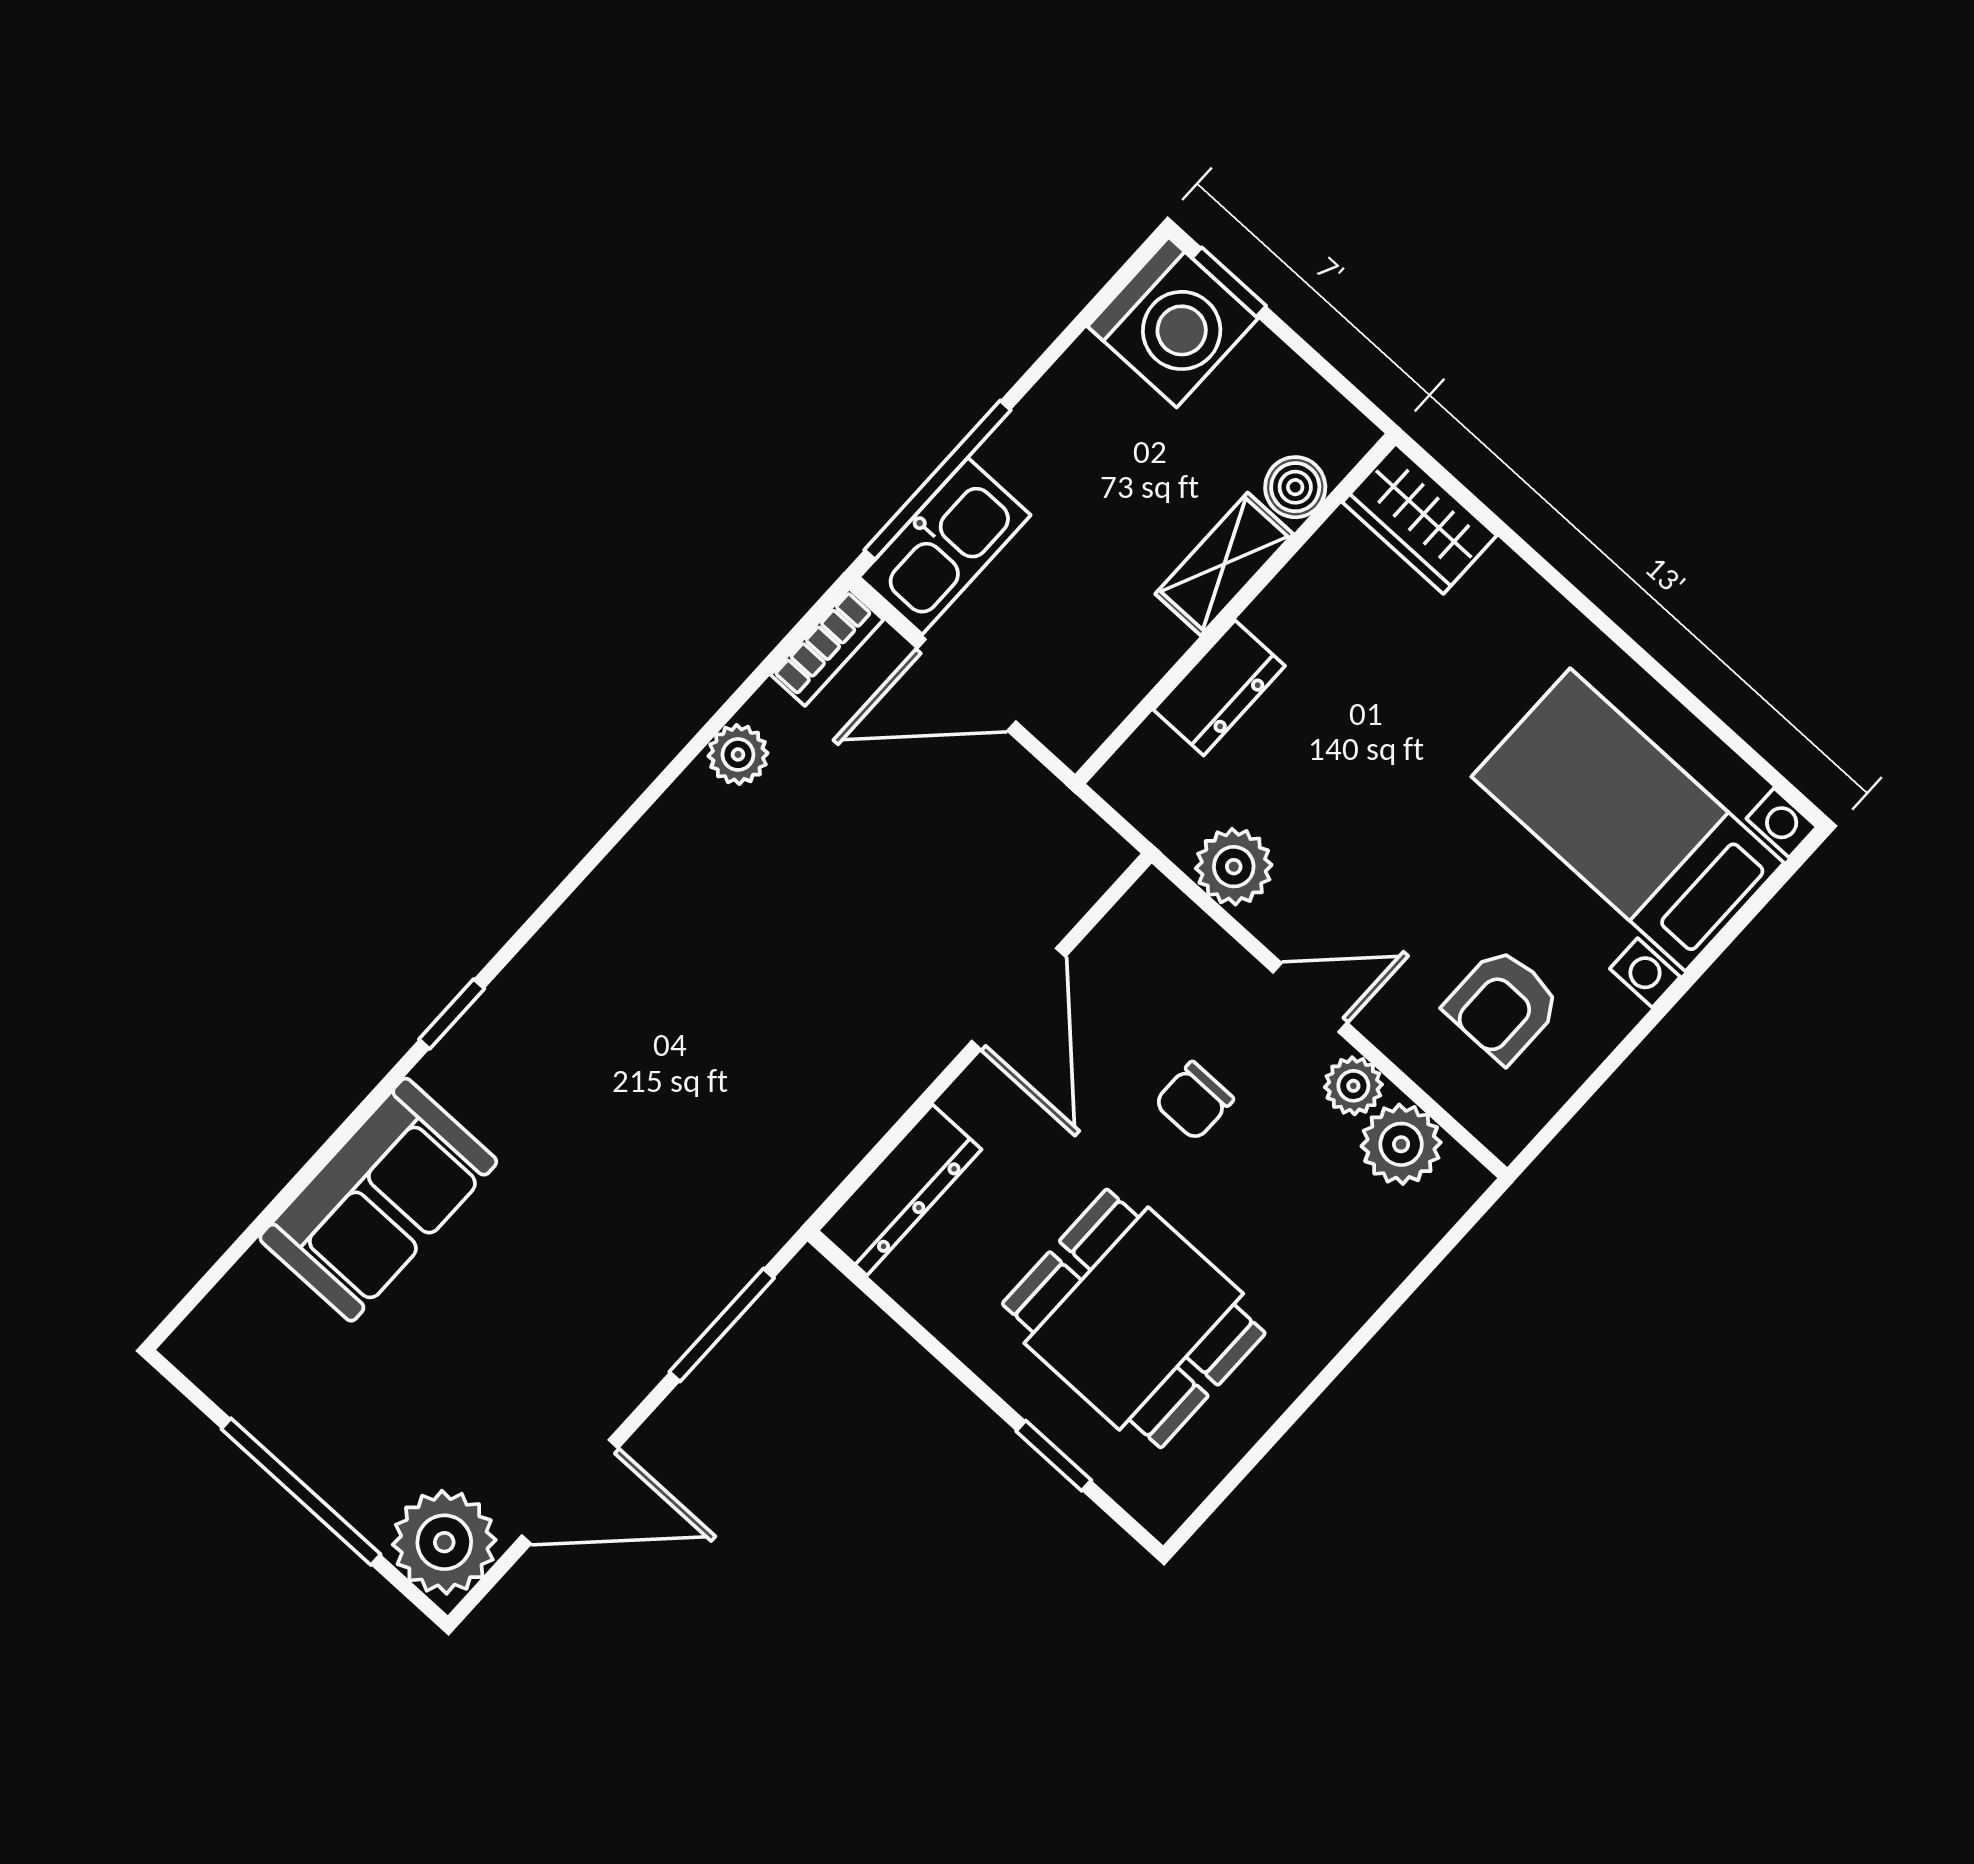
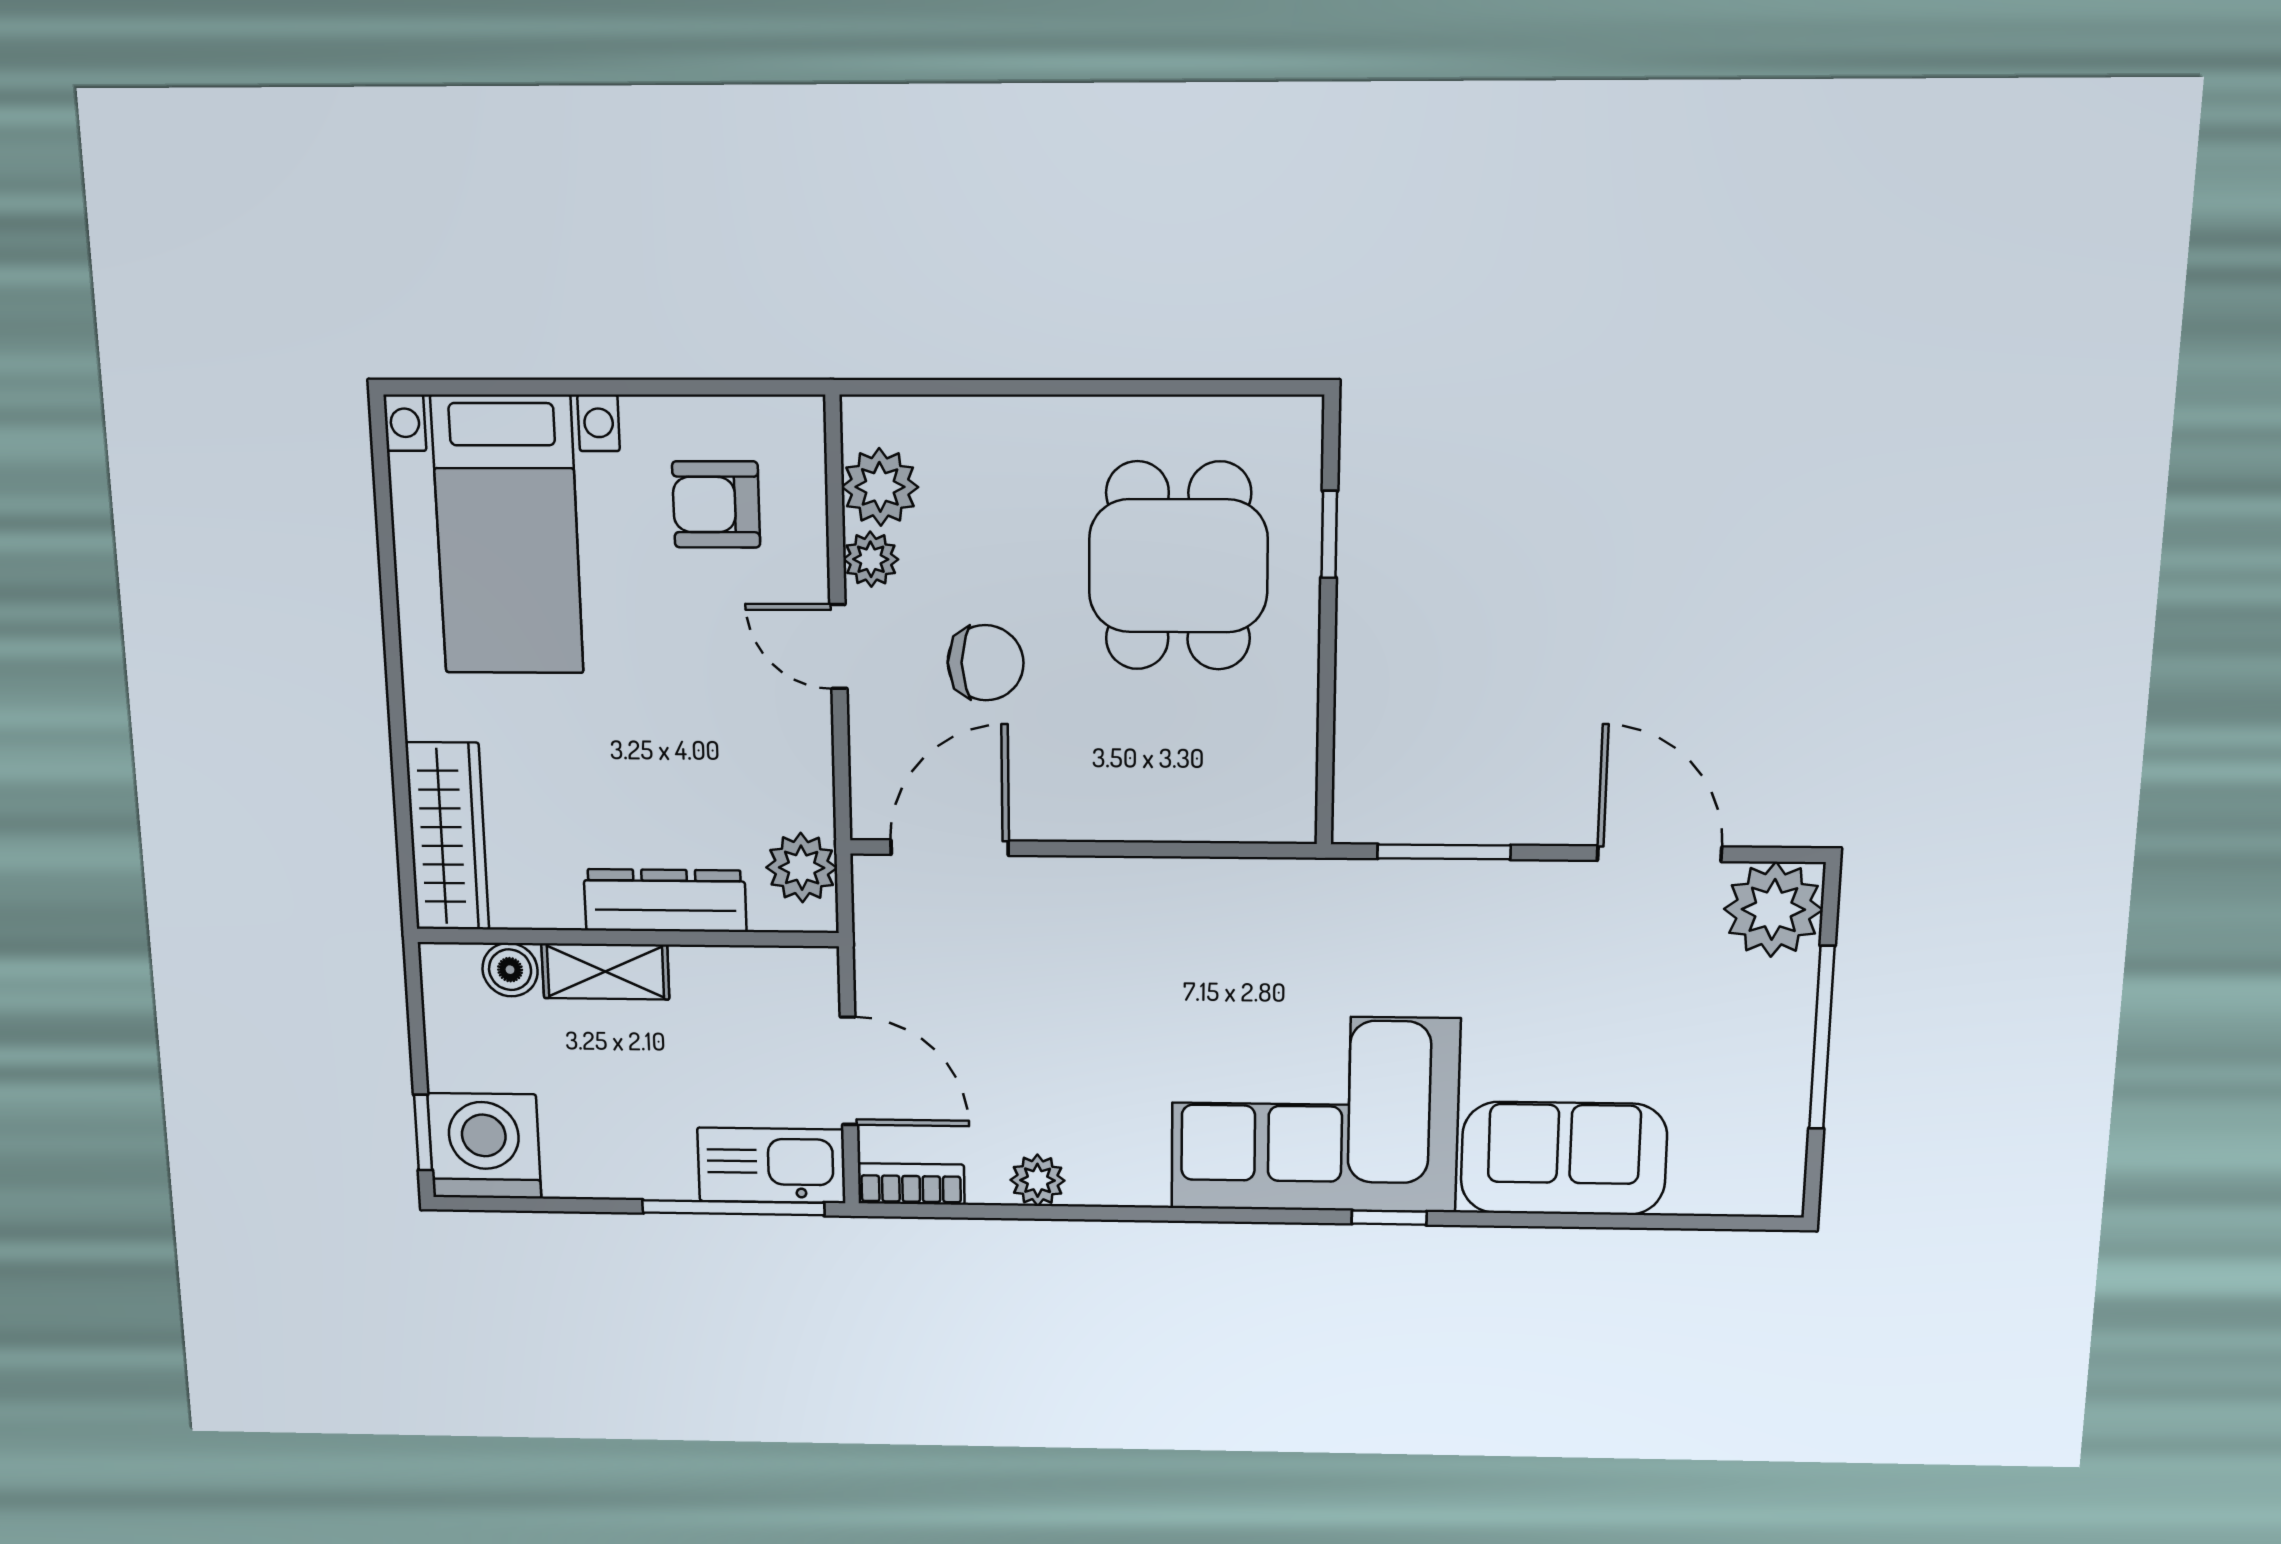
wardrobe: (1419, 519) -> (447, 836), width x1.50
dresser: (1219, 688) -> (665, 901), width x1.44
plant: (1234, 867) -> (802, 868), moved
door: (1019, 999) -> (950, 848), moved
armchair: (1503, 1005) -> (716, 504), turned 180
corner sofa: (594, 1032) -> (1315, 1114), added
chair: (1194, 1101) -> (986, 663), width x1.37, depth x1.37
dresser: (900, 1190) -> (1236, 812), removed

